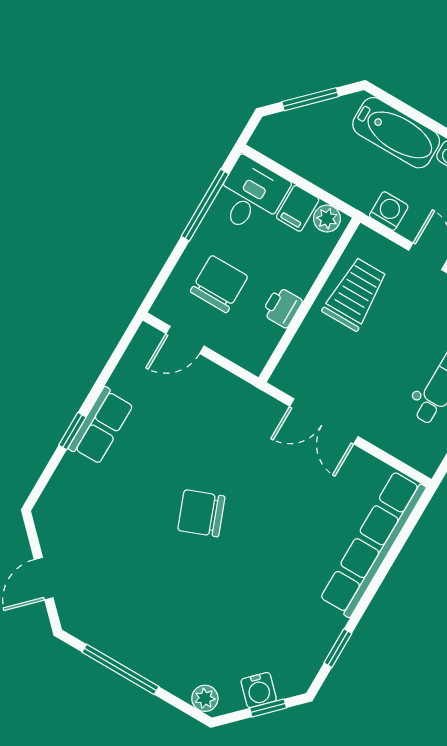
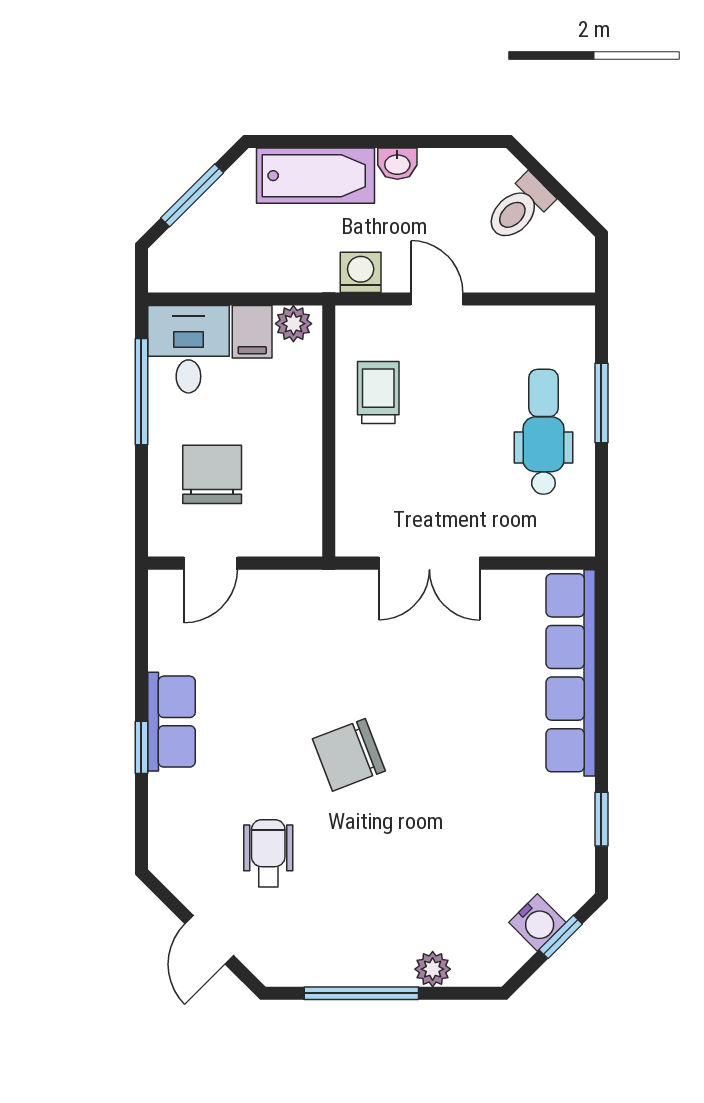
trolley: (355, 294) -> (378, 392), width x0.73, depth x0.72
printer: (282, 307) -> (302, 458), removed
wheelchair: (113, 546) -> (268, 853), added
plant: (205, 698) -> (433, 969), moved

